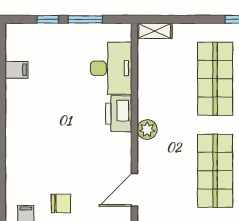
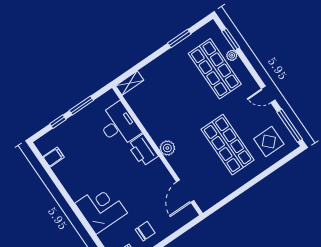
filing cabinet: (17, 70) -> (54, 157), moved
shop shelf: (215, 79) -> (188, 87), removed
corner desk: (30, 146) -> (101, 208), added

